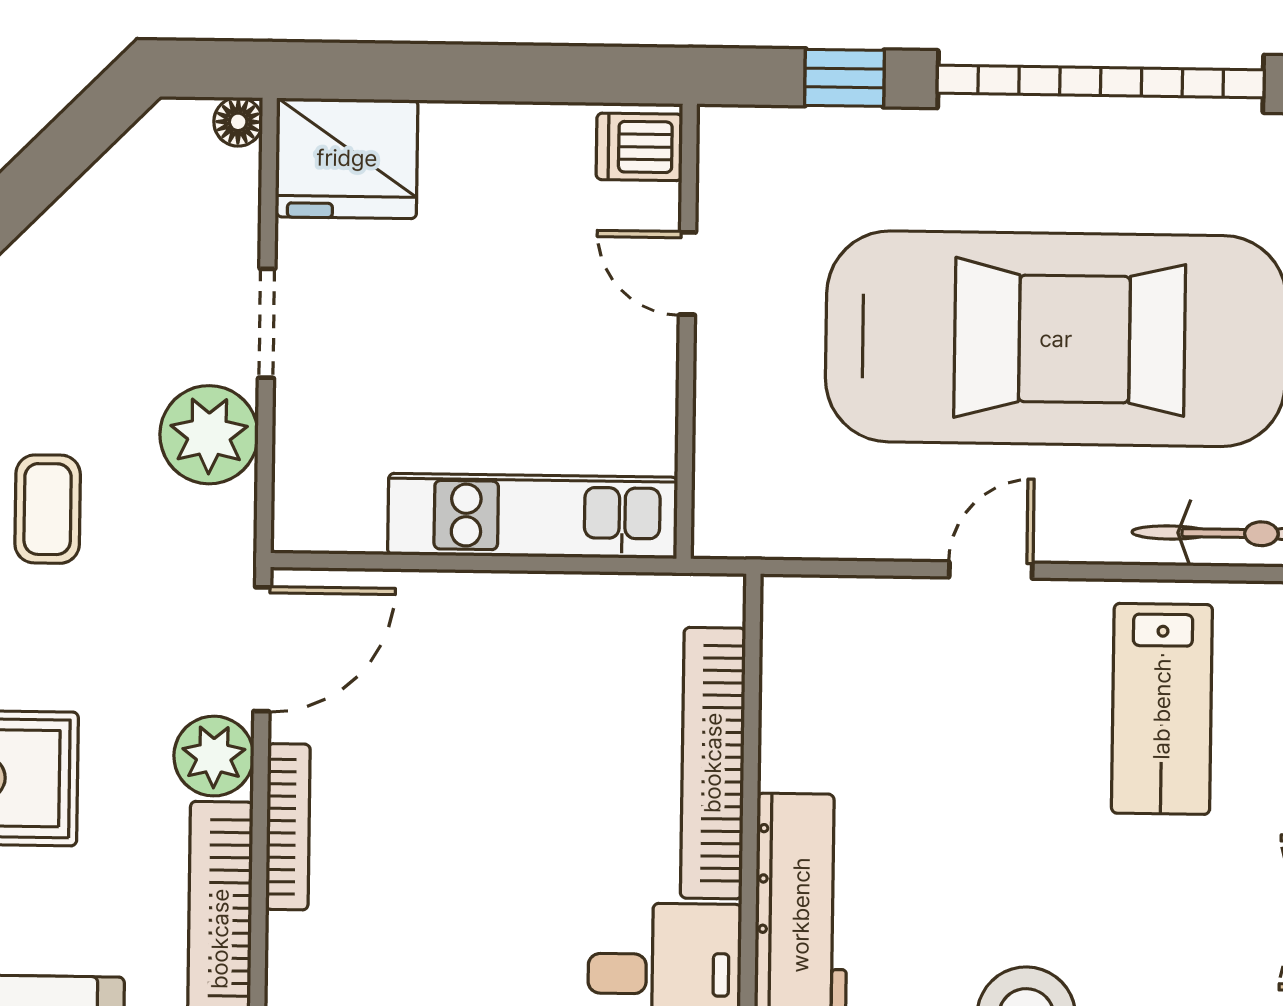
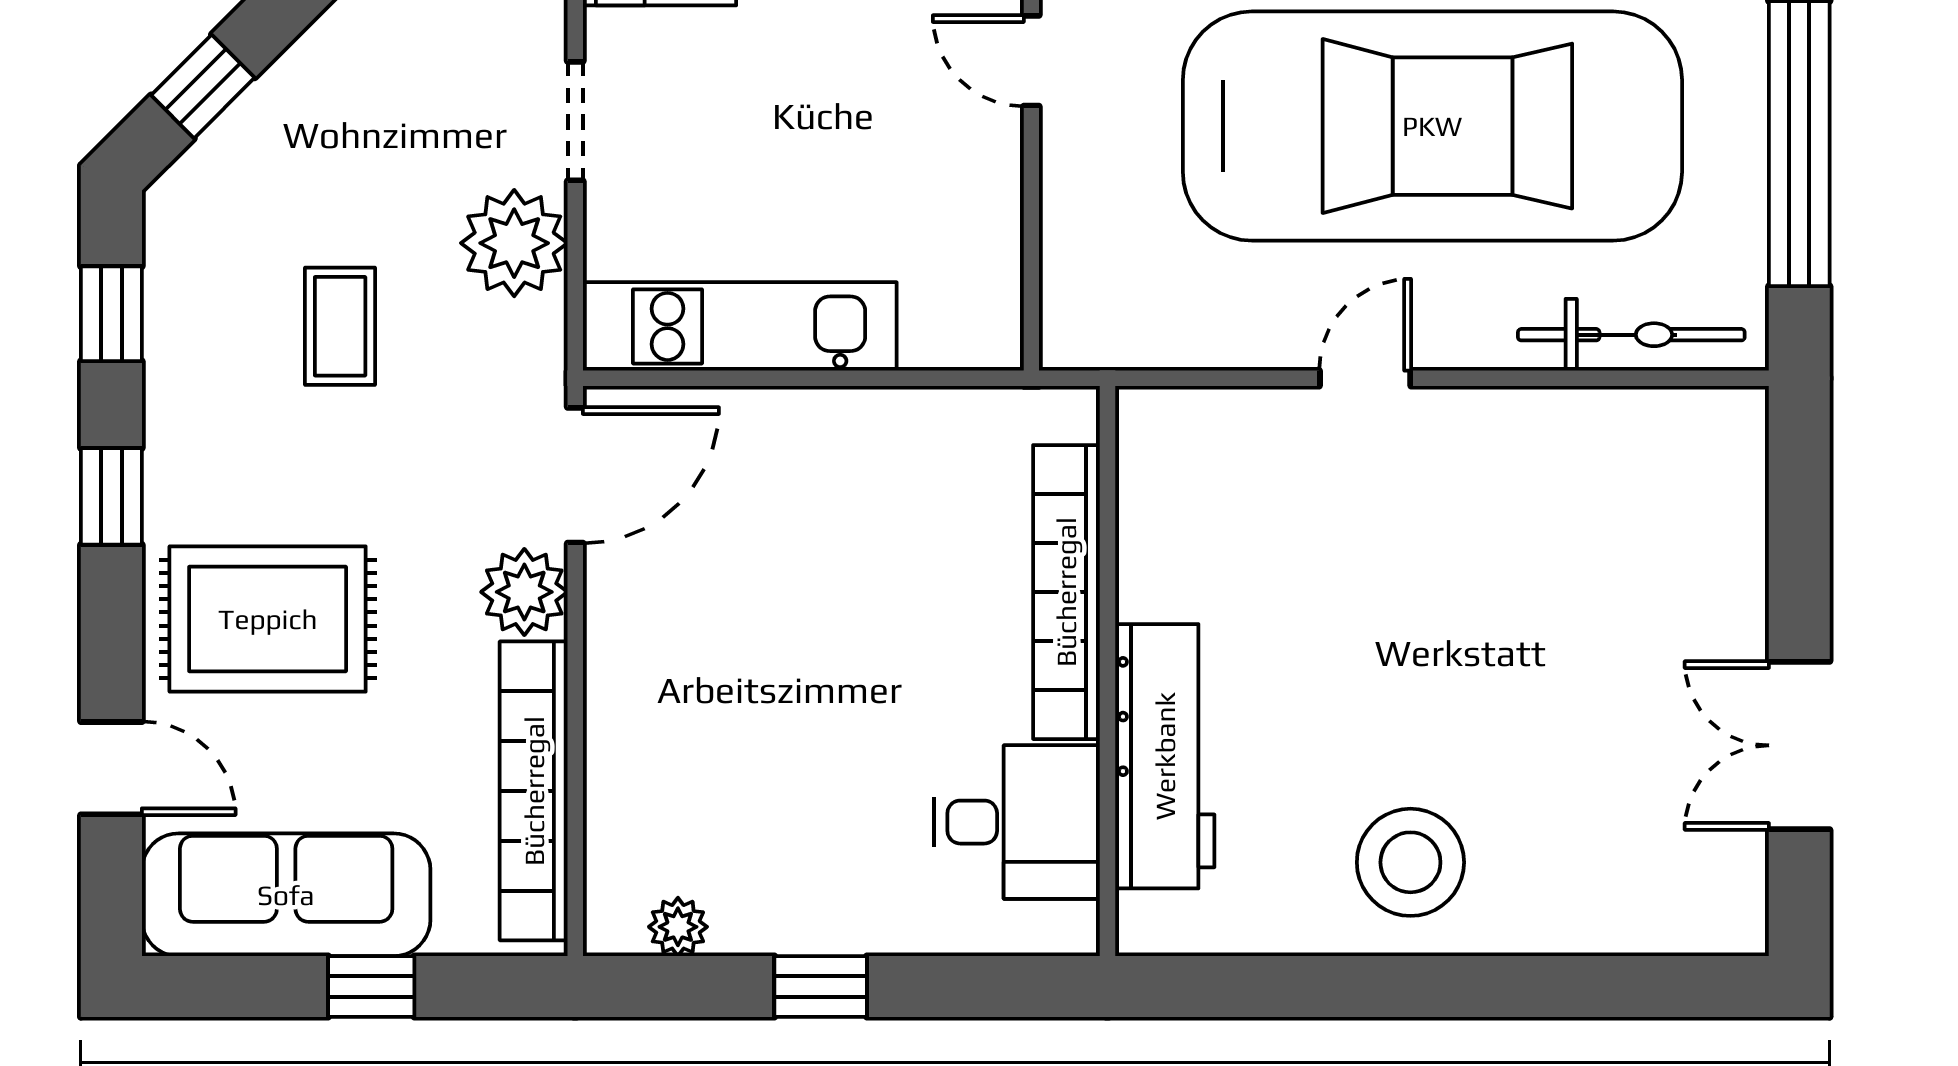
kitchen unit: (533, 516) -> (740, 326), moved
lab bench: (1162, 709) -> (1553, 526), removed
bookcase: (288, 827) -> (606, 668), removed

